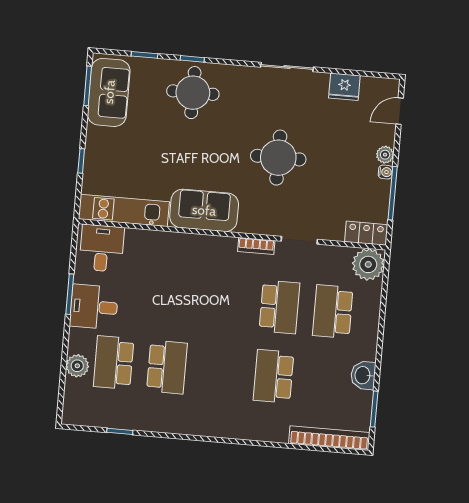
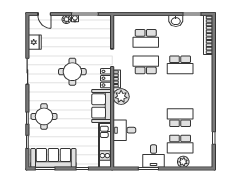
sofa: (109, 92) -> (53, 158), width x1.36
locker: (366, 233) -> (106, 78), moved
desk: (102, 248) -> (124, 130), moved
plant: (368, 264) -> (121, 97), moved

